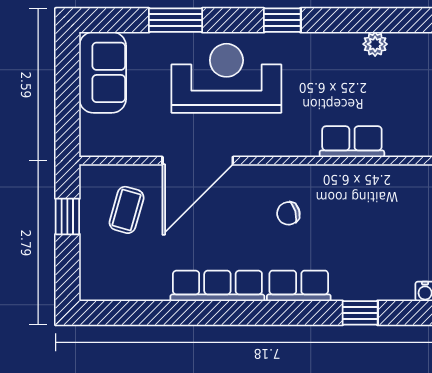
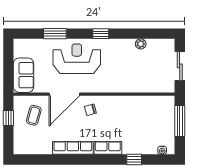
sofa: (103, 72) -> (23, 75), moved
row of seats: (352, 142) -> (131, 86), removed
chair: (288, 213) -> (90, 110), moved

